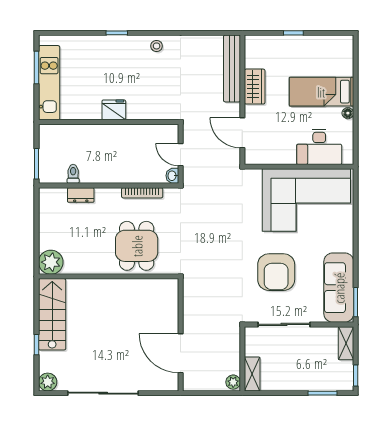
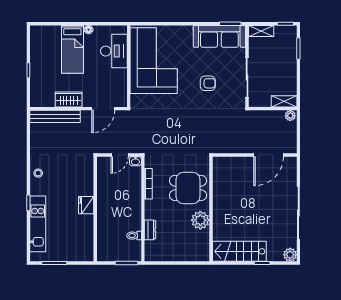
kitchen unit: (49, 83) -> (38, 224), moved, turned 90
plant: (51, 262) -> (200, 220), moved
armchair: (276, 272) -> (208, 83), width x0.53, depth x0.53

